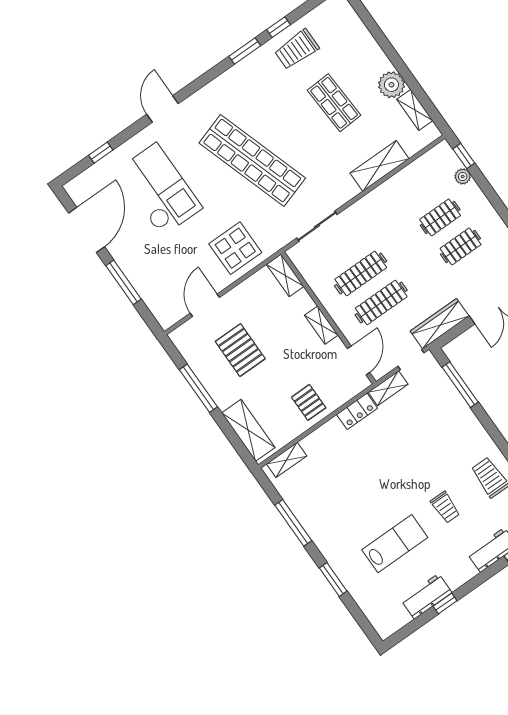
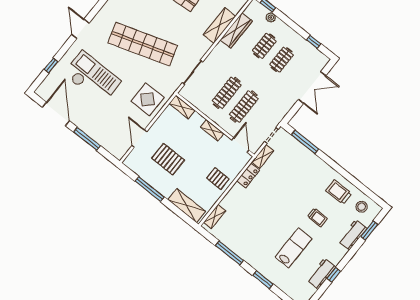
wardrobe: (440, 324) -> (236, 31), moved, turned 180

